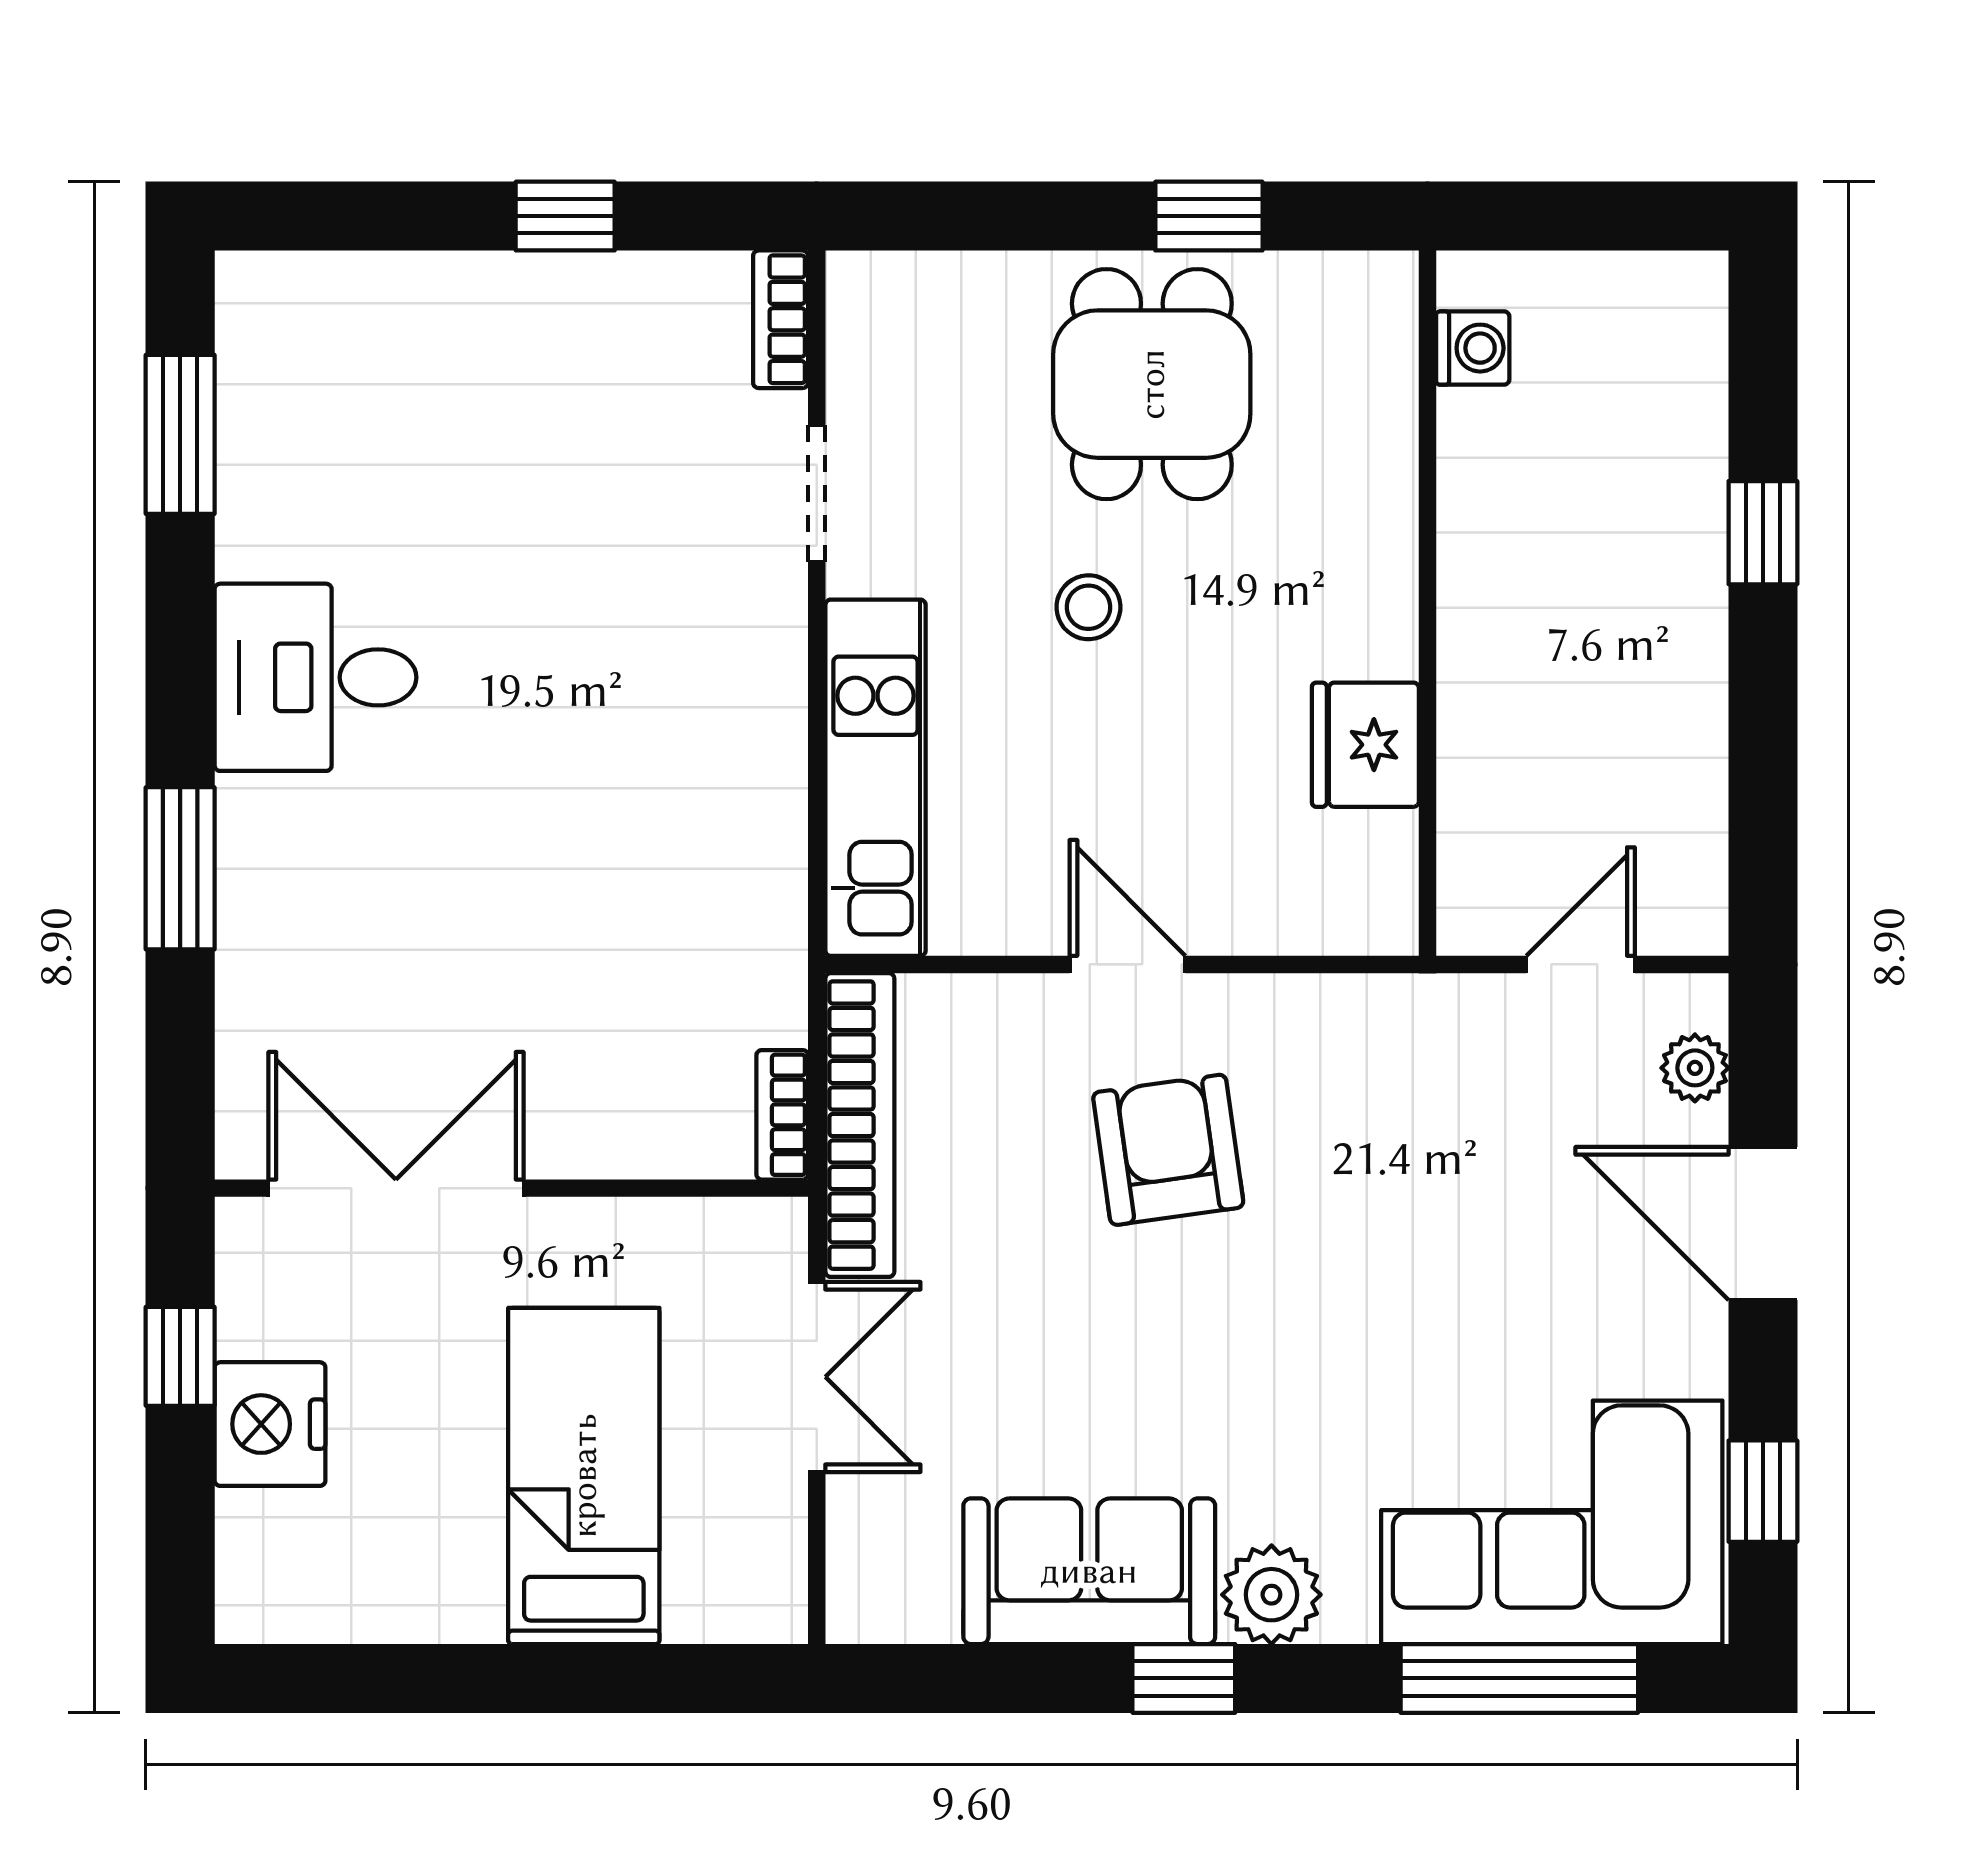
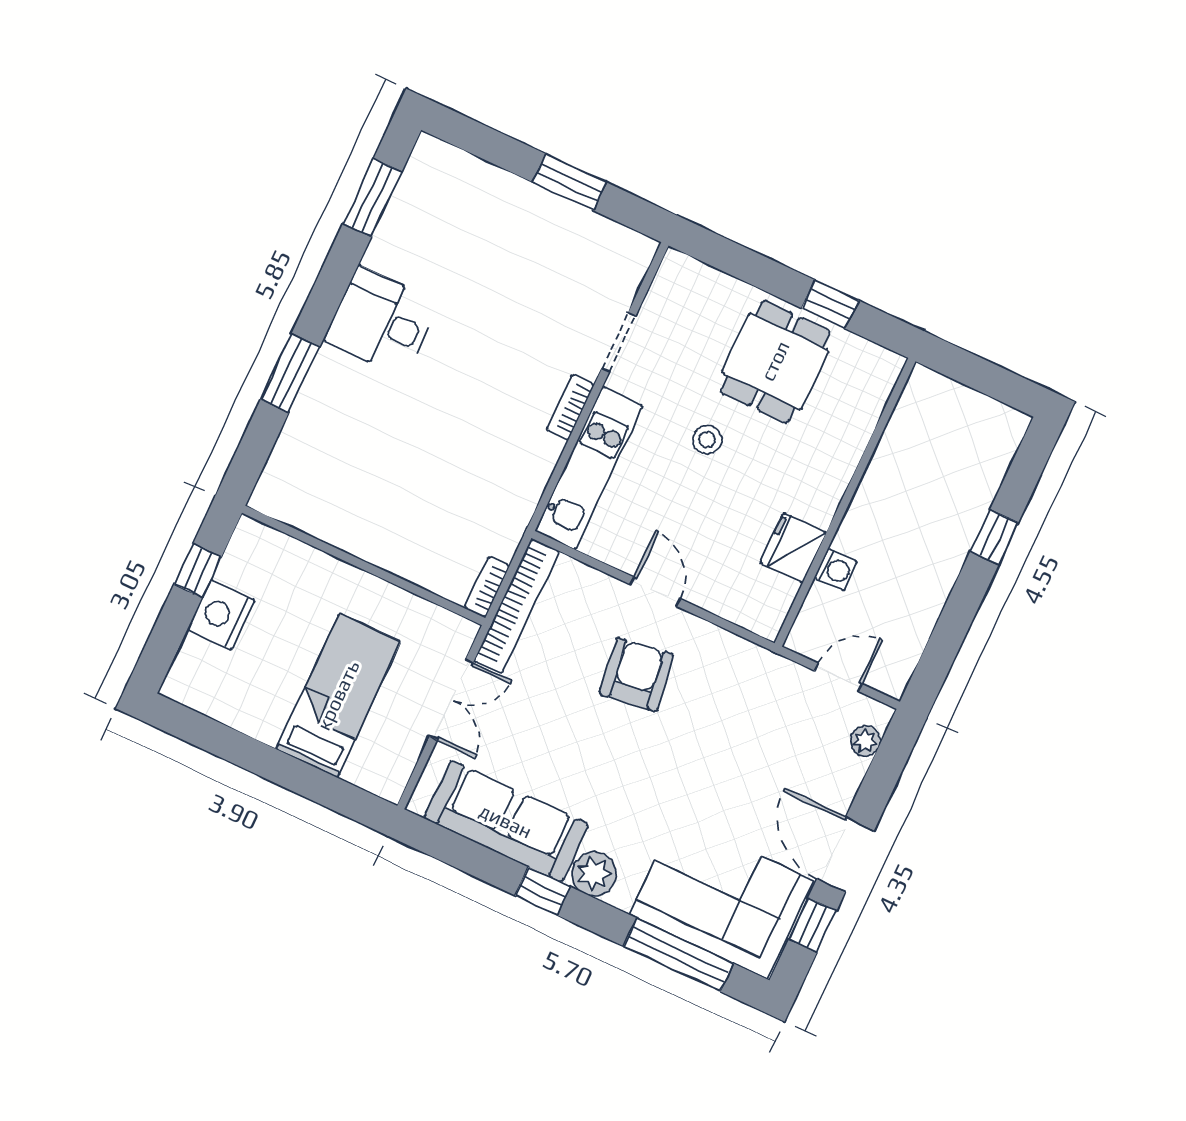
window: (565, 216) -> (570, 182), width x1.50
bookcase: (781, 319) -> (570, 407), moved
washing machine: (1473, 348) -> (836, 570), moved
double door: (396, 1188) -> (317, 543), removed
door: (1763, 1223) -> (846, 855), moved
sofa: (1089, 1571) -> (506, 821), width x1.36

